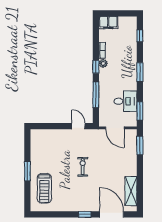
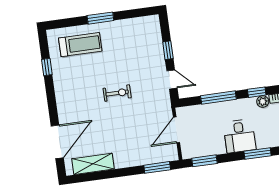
desk: (126, 101) -> (240, 136), moved
window: (57, 126) -> (168, 50), added
door: (78, 126) -> (172, 79), hinge flipped
treadmill: (44, 188) -> (80, 45), turned 180
window: (85, 214) -> (47, 67), moved

